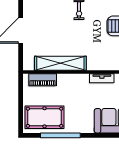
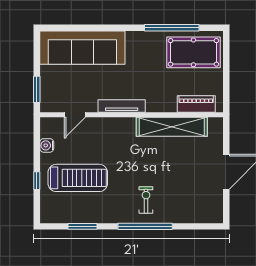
tv unit: (102, 78) -> (122, 106), width x1.41

